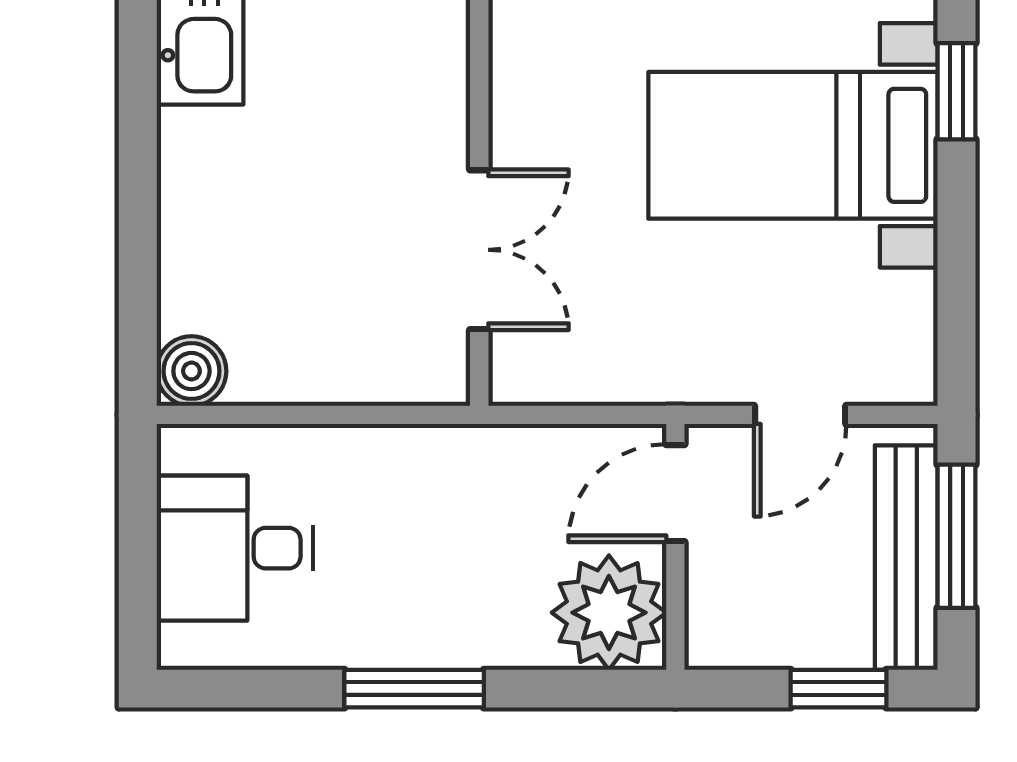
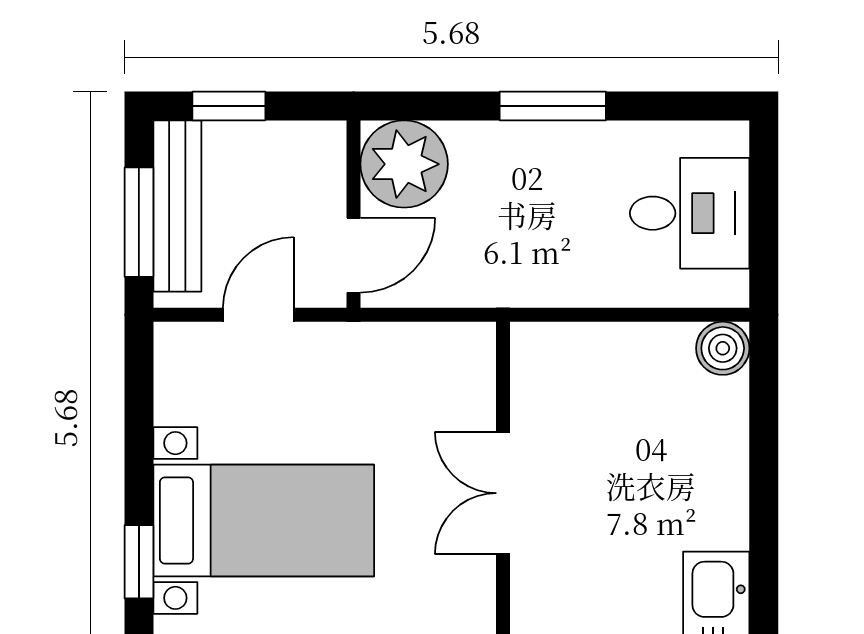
double door: (479, 250) -> (503, 493), moved

